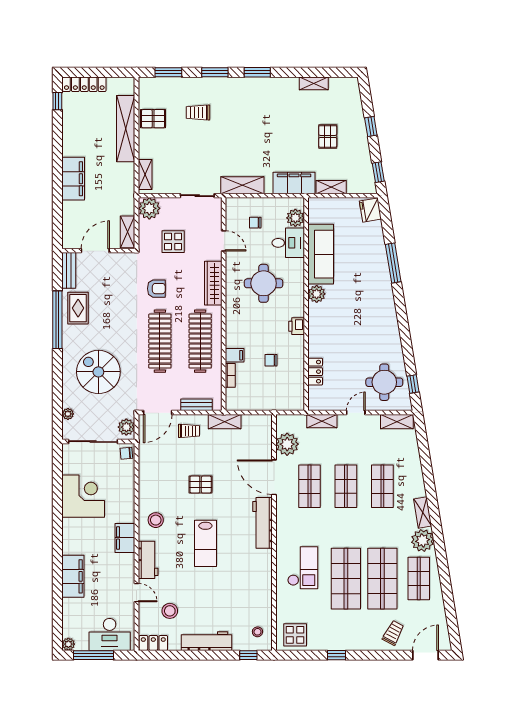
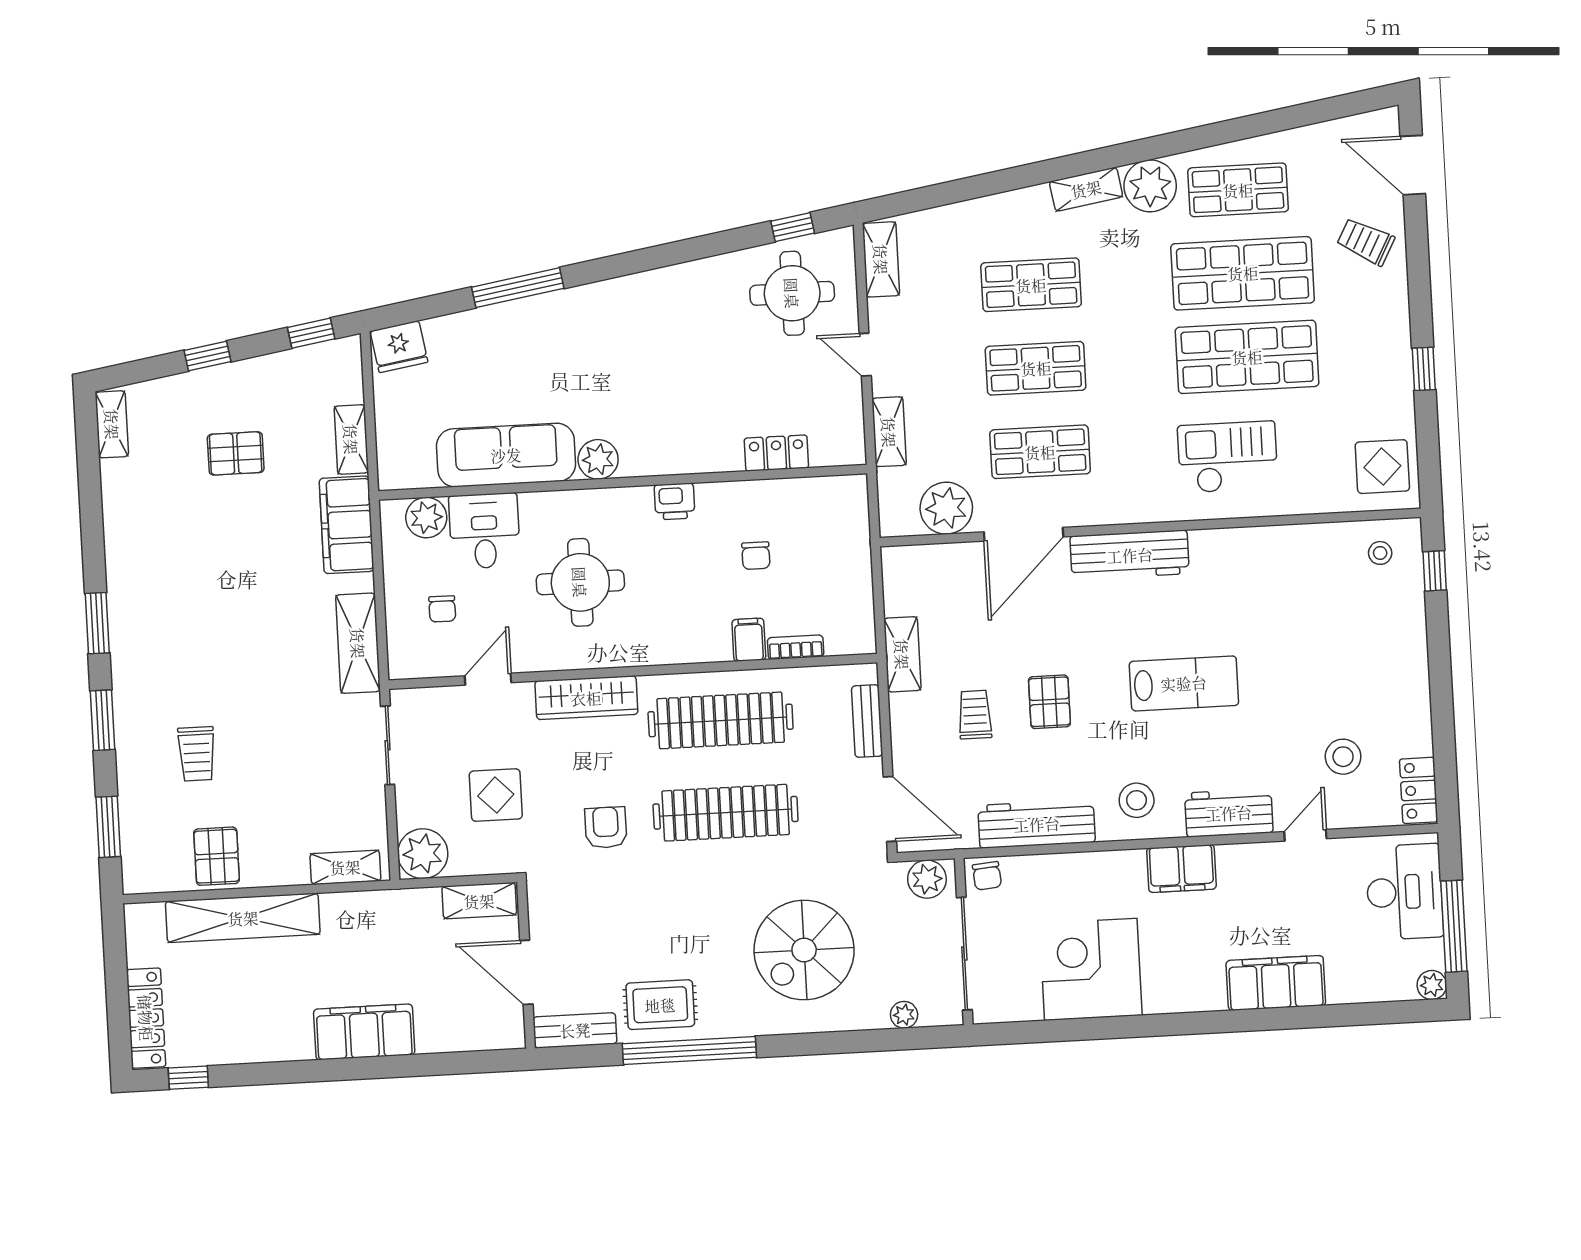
shelving: (314, 83) -> (112, 424), moved
trolley: (189, 431) -> (975, 715), moved
workbench: (207, 641) -> (1037, 824), moved, turned 90

